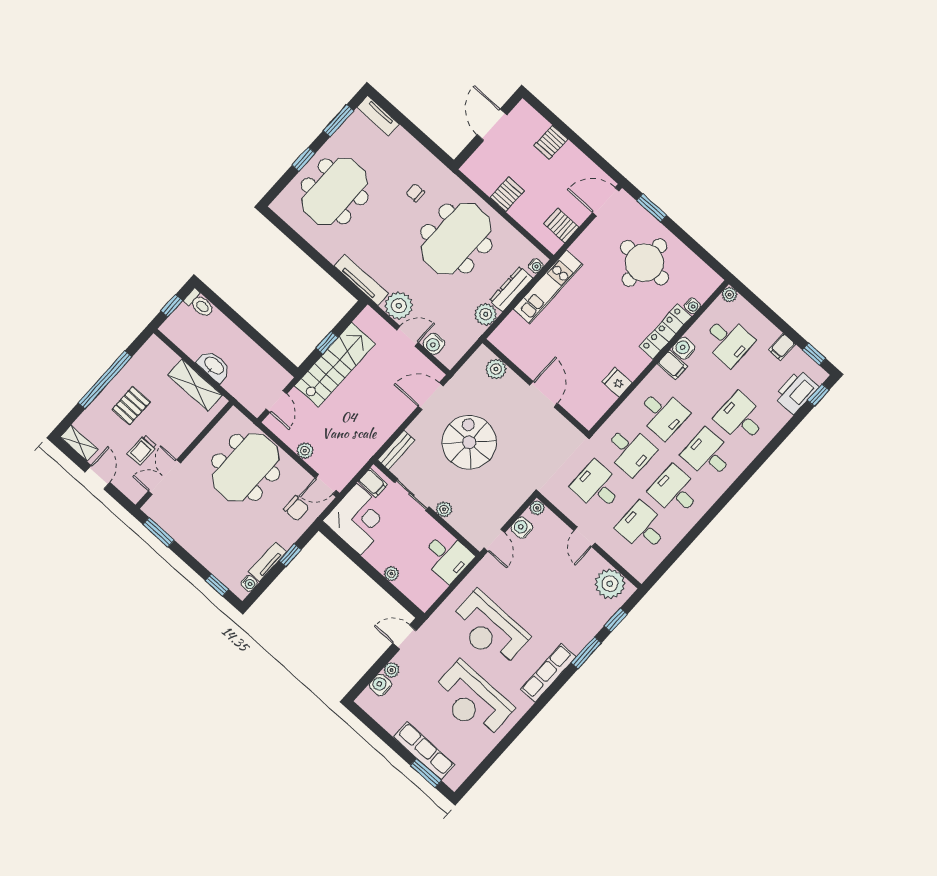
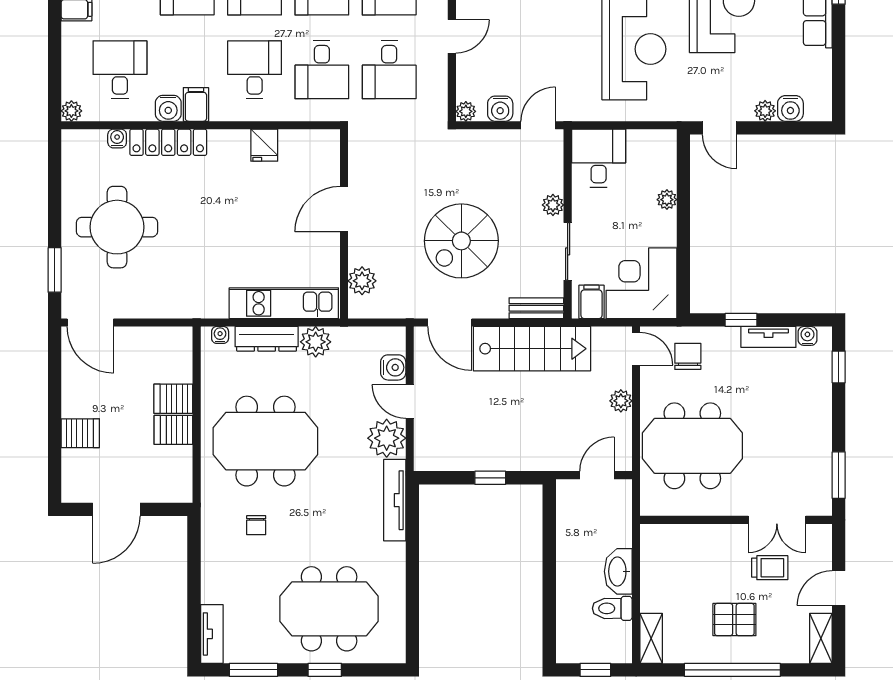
server rack: (561, 226) -> (173, 399), moved, turned 90
kitchen unit: (548, 287) -> (284, 303), moved
toilet: (199, 304) -> (612, 608), moved, turned -90
stairs: (335, 365) -> (532, 349), moved, turned 180
shelving: (195, 385) -> (651, 638), moved, width x0.67, depth x0.75
desk: (630, 450) -> (322, 70), turned 180

